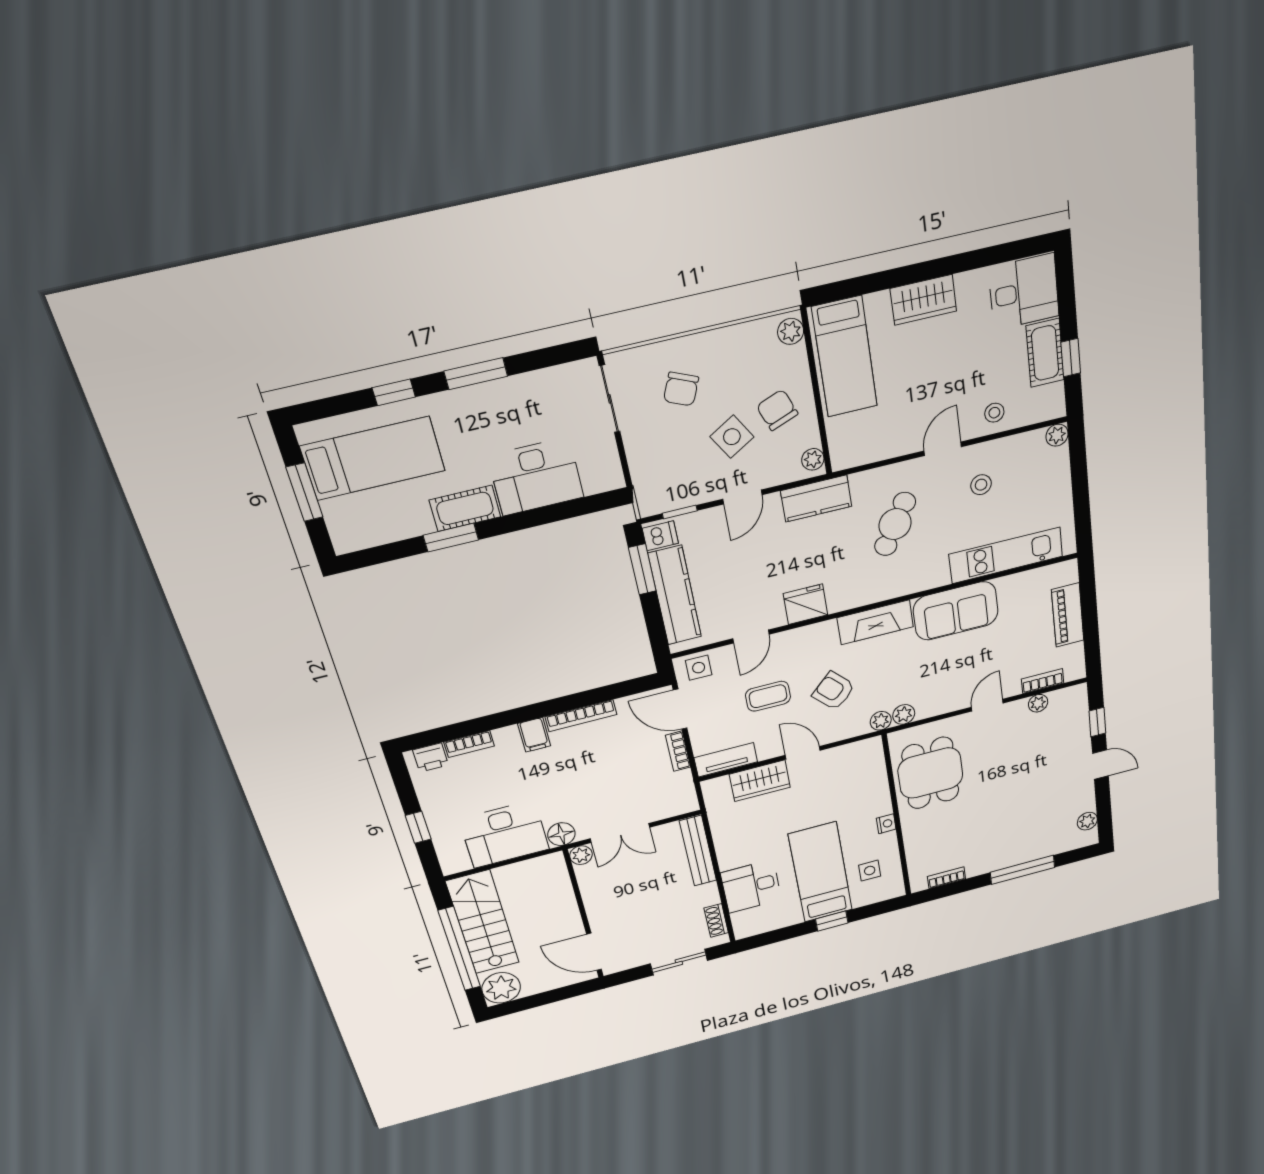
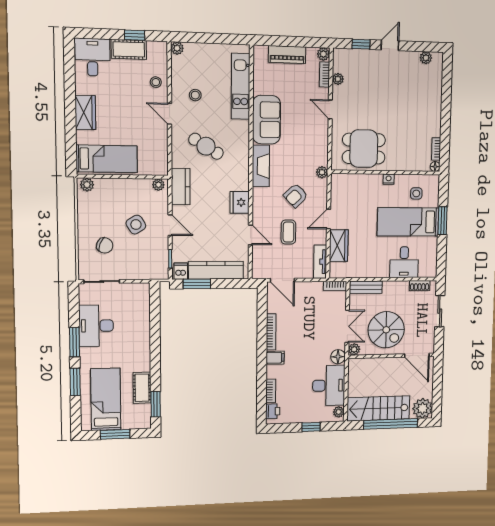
window: (394, 392) -> (75, 382), width x1.50
chair: (777, 410) -> (127, 199), removed
desk: (536, 477) -> (96, 326), moved, turned 180
cot: (465, 508) -> (142, 388), moved
window: (451, 538) -> (156, 404), moved
side table: (699, 668) -> (261, 266), removed
door: (680, 709) -> (282, 280), hinge flipped
plant: (904, 714) -> (323, 54), moved
bookcase: (678, 751) -> (335, 286), moved
bench: (698, 851) -> (366, 287), width x0.73
plant: (459, 863) -> (339, 412), added
window: (1023, 870) -> (446, 102), removed
floor lamp: (918, 884) -> (435, 167), added
spiral stairs: (628, 894) -> (386, 330), added
window: (832, 921) -> (443, 221), width x1.50
door: (594, 952) -> (417, 355), hinge flipped

